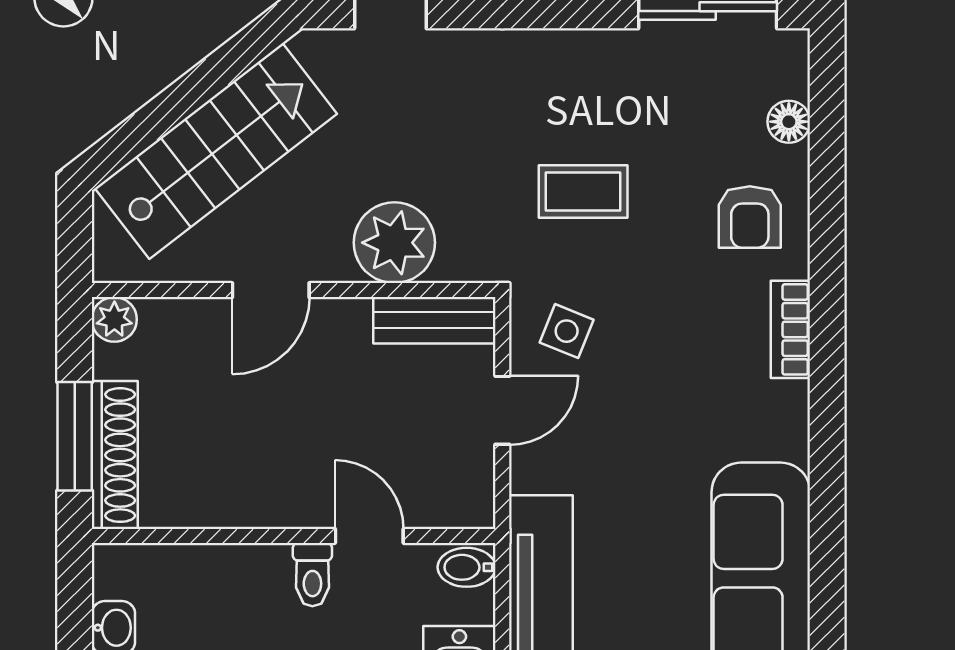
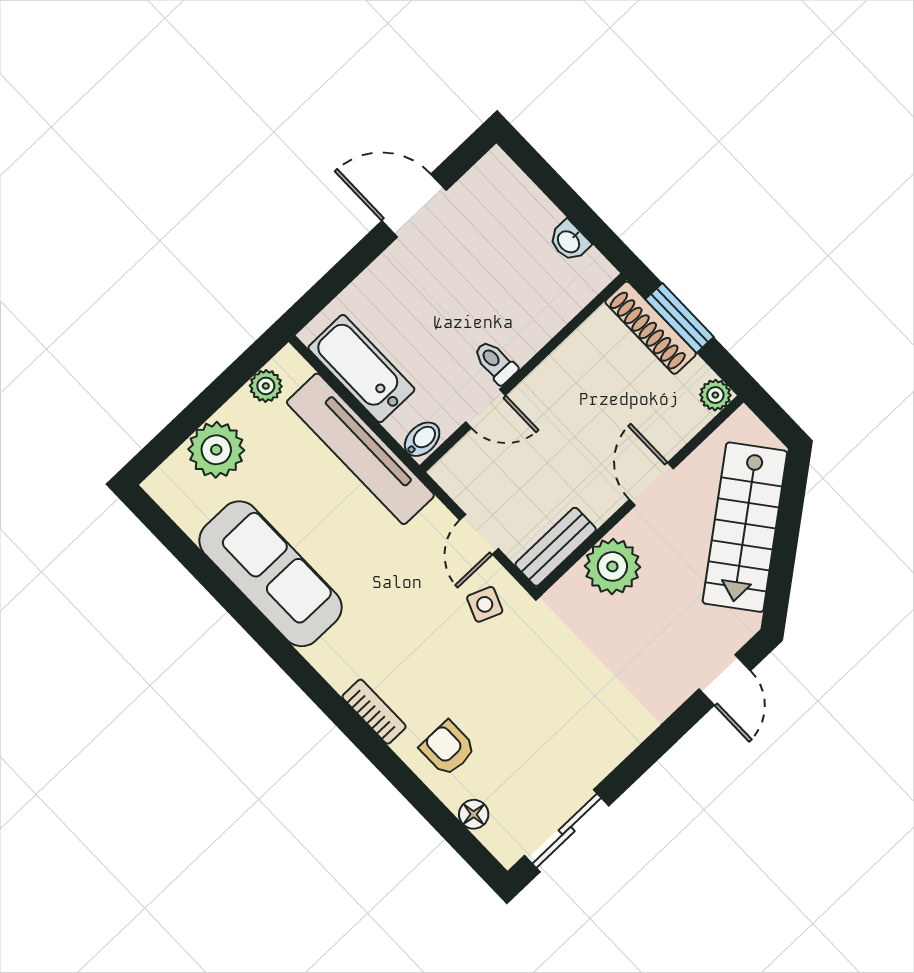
coffee table: (583, 192) -> (543, 682), removed

